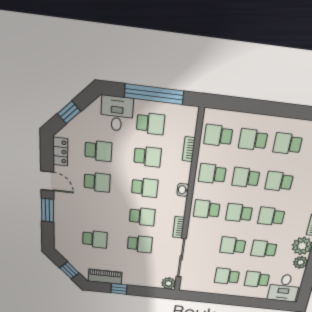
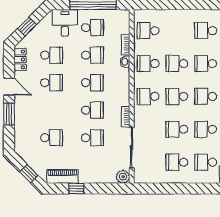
school desk: (253, 140) -> (177, 31), removed
washbasin: (183, 190) -> (125, 62), moved

